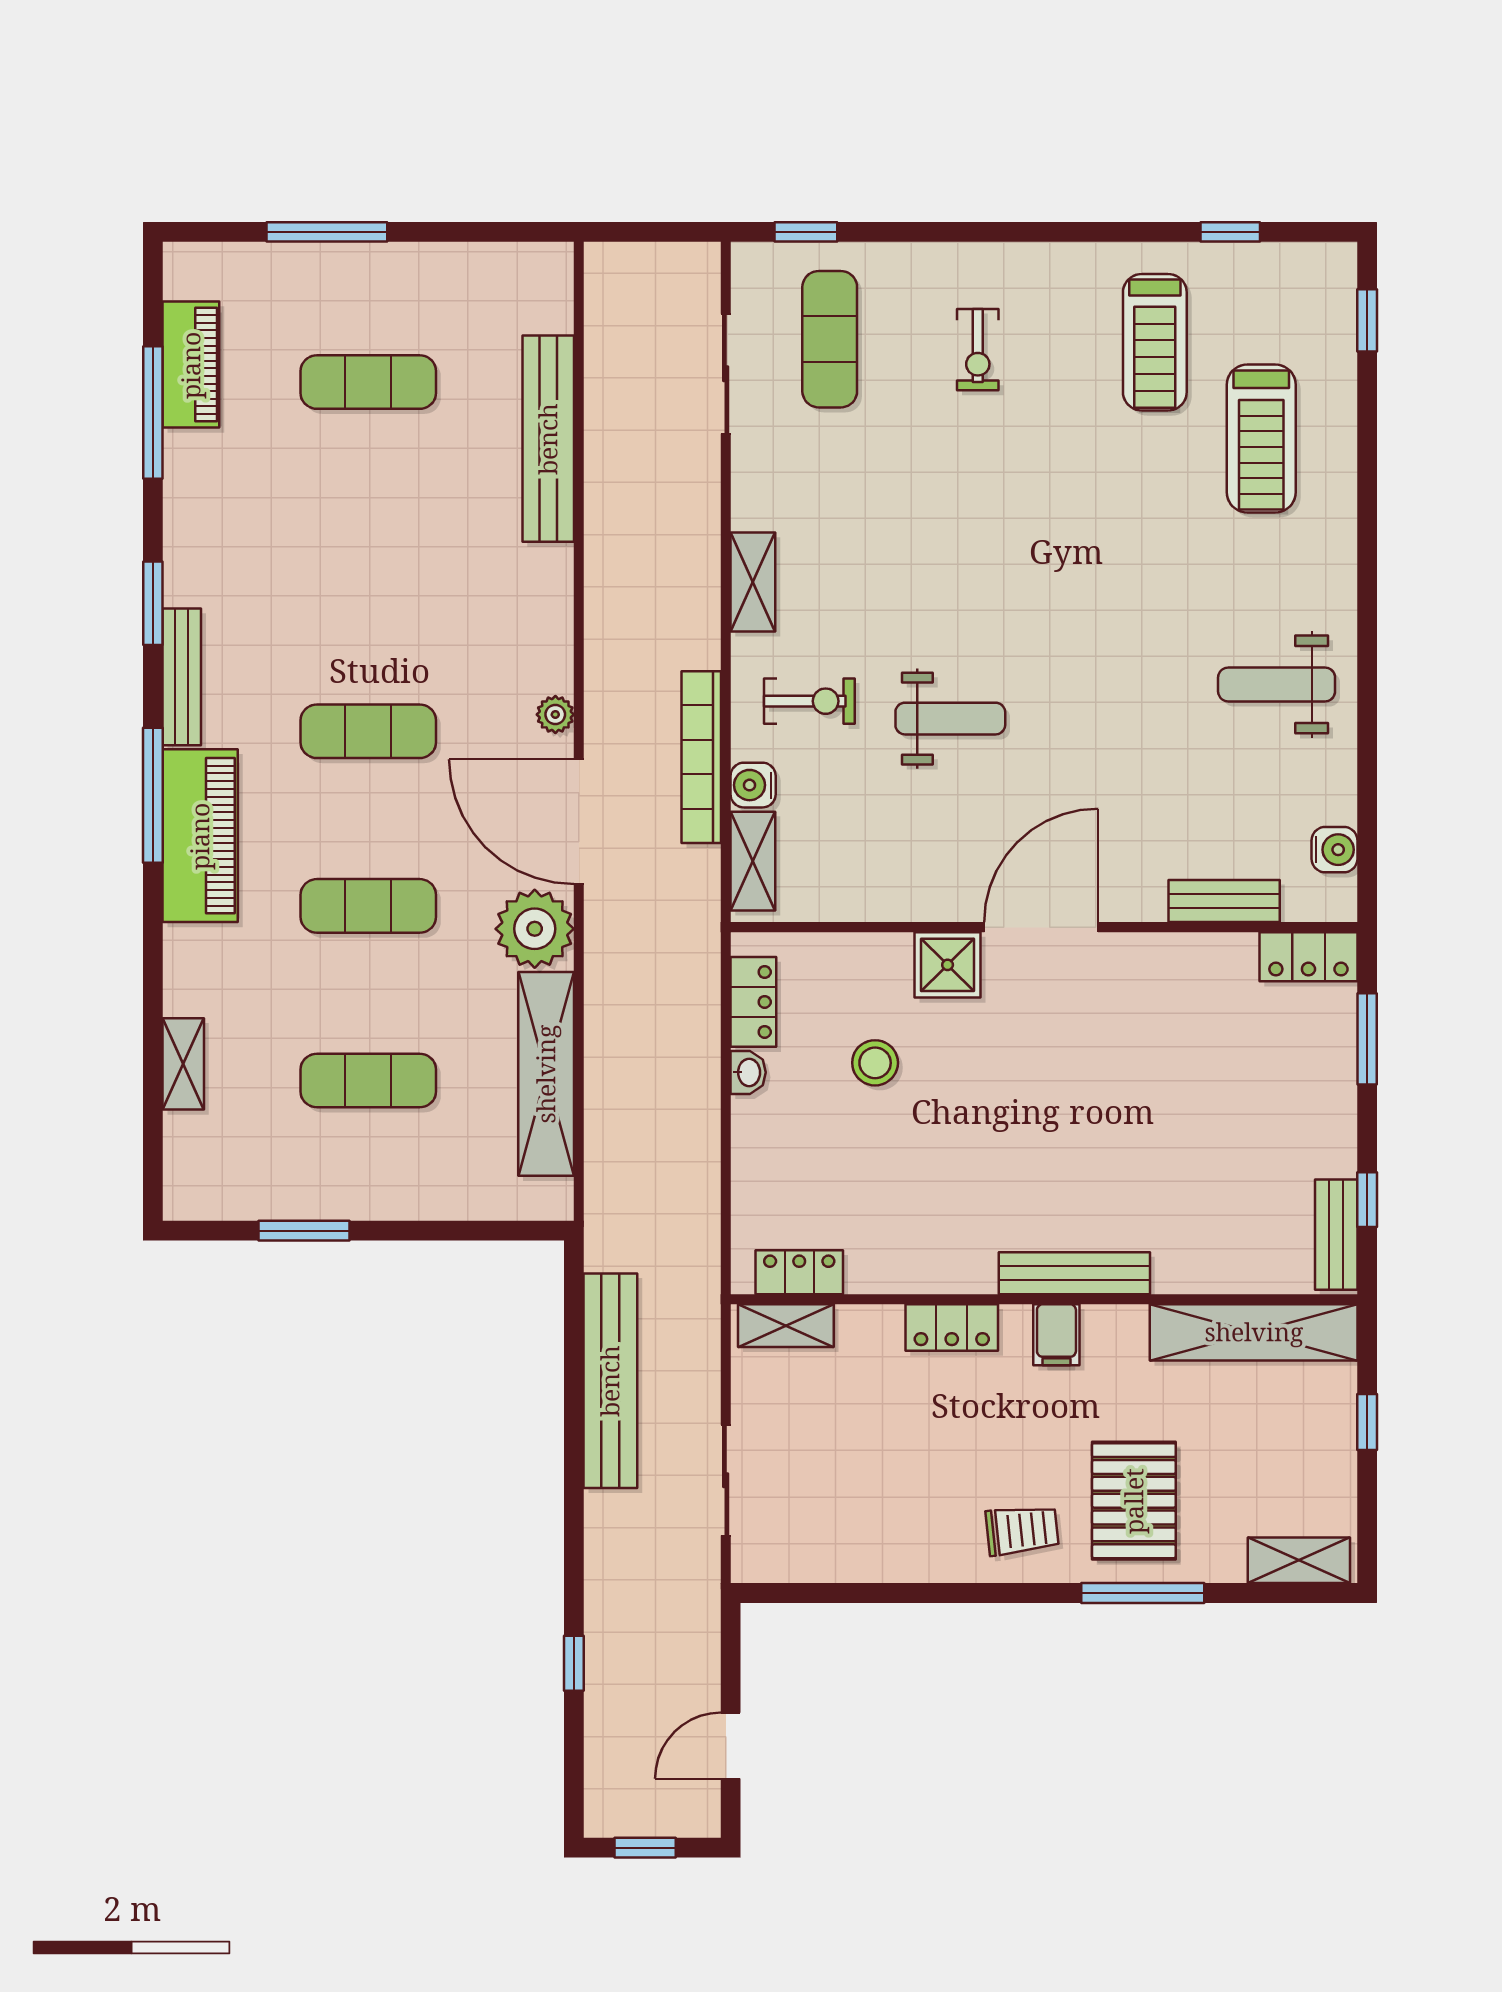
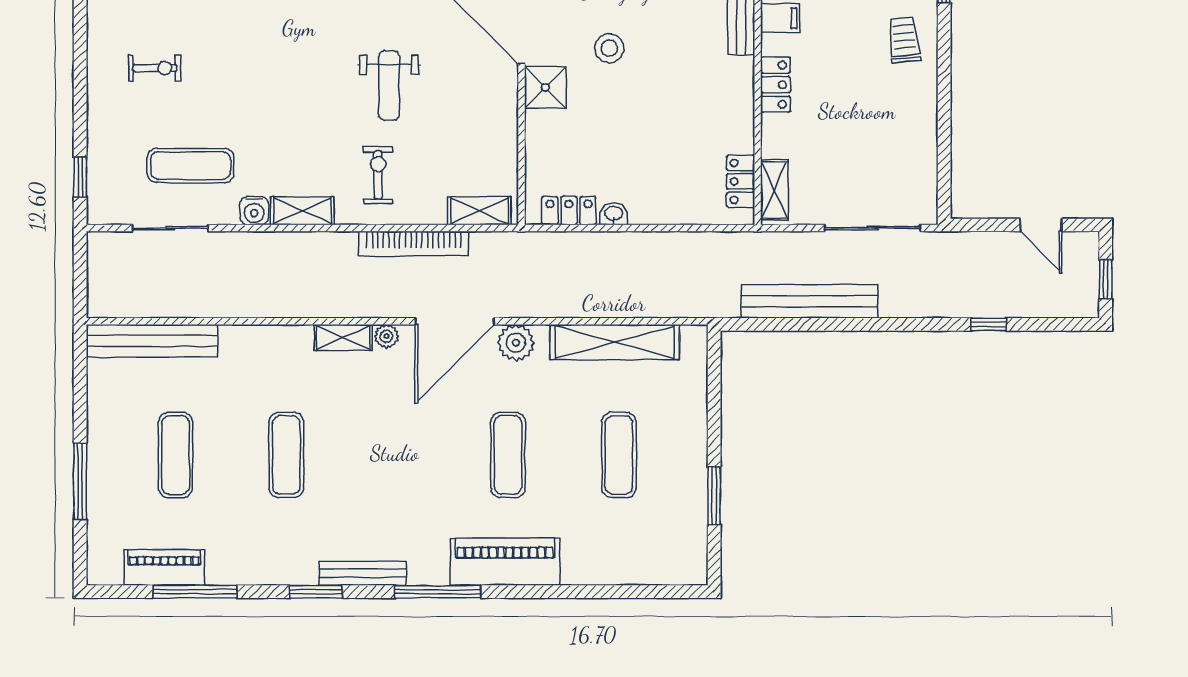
exercise mat: (830, 339) -> (191, 165), moved
bench: (548, 439) -> (152, 341), moved
weight bench: (950, 719) -> (389, 86), turned 180
exercise mat: (368, 731) -> (286, 455), moved
water cooler: (753, 785) -> (254, 211), moved
piano: (200, 836) -> (505, 562), moved
plant: (535, 929) -> (516, 343), width x0.73, depth x0.73
stool: (875, 1063) -> (609, 48), moved
shelving: (183, 1064) -> (343, 337), moved
sliding door: (726, 1480) -> (873, 228), width x1.37

